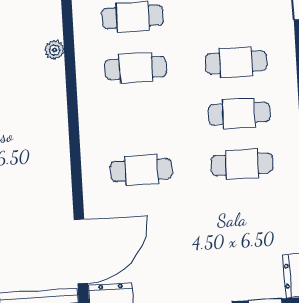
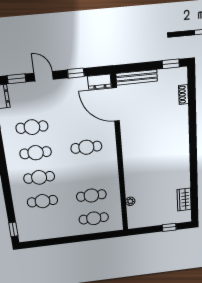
cafe table: (245, 215) -> (32, 127), added
door: (81, 251) -> (116, 105), hinge flipped

